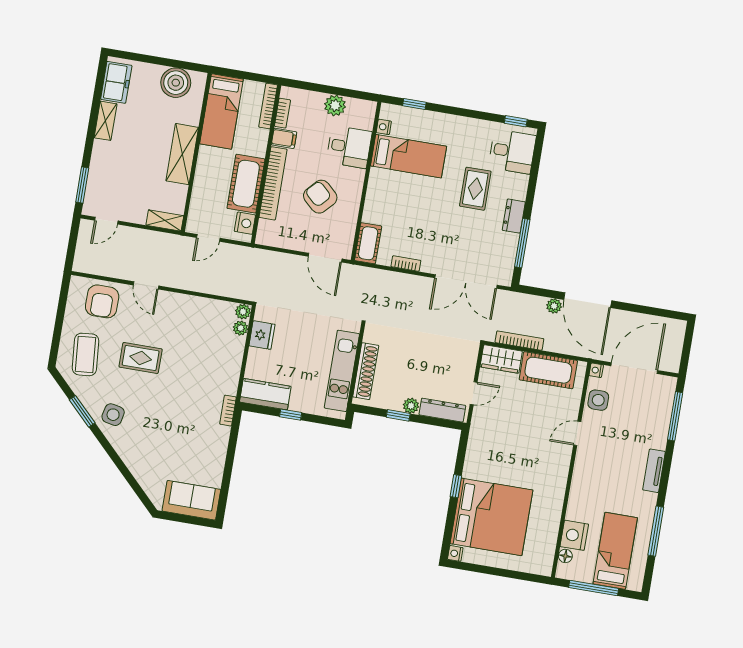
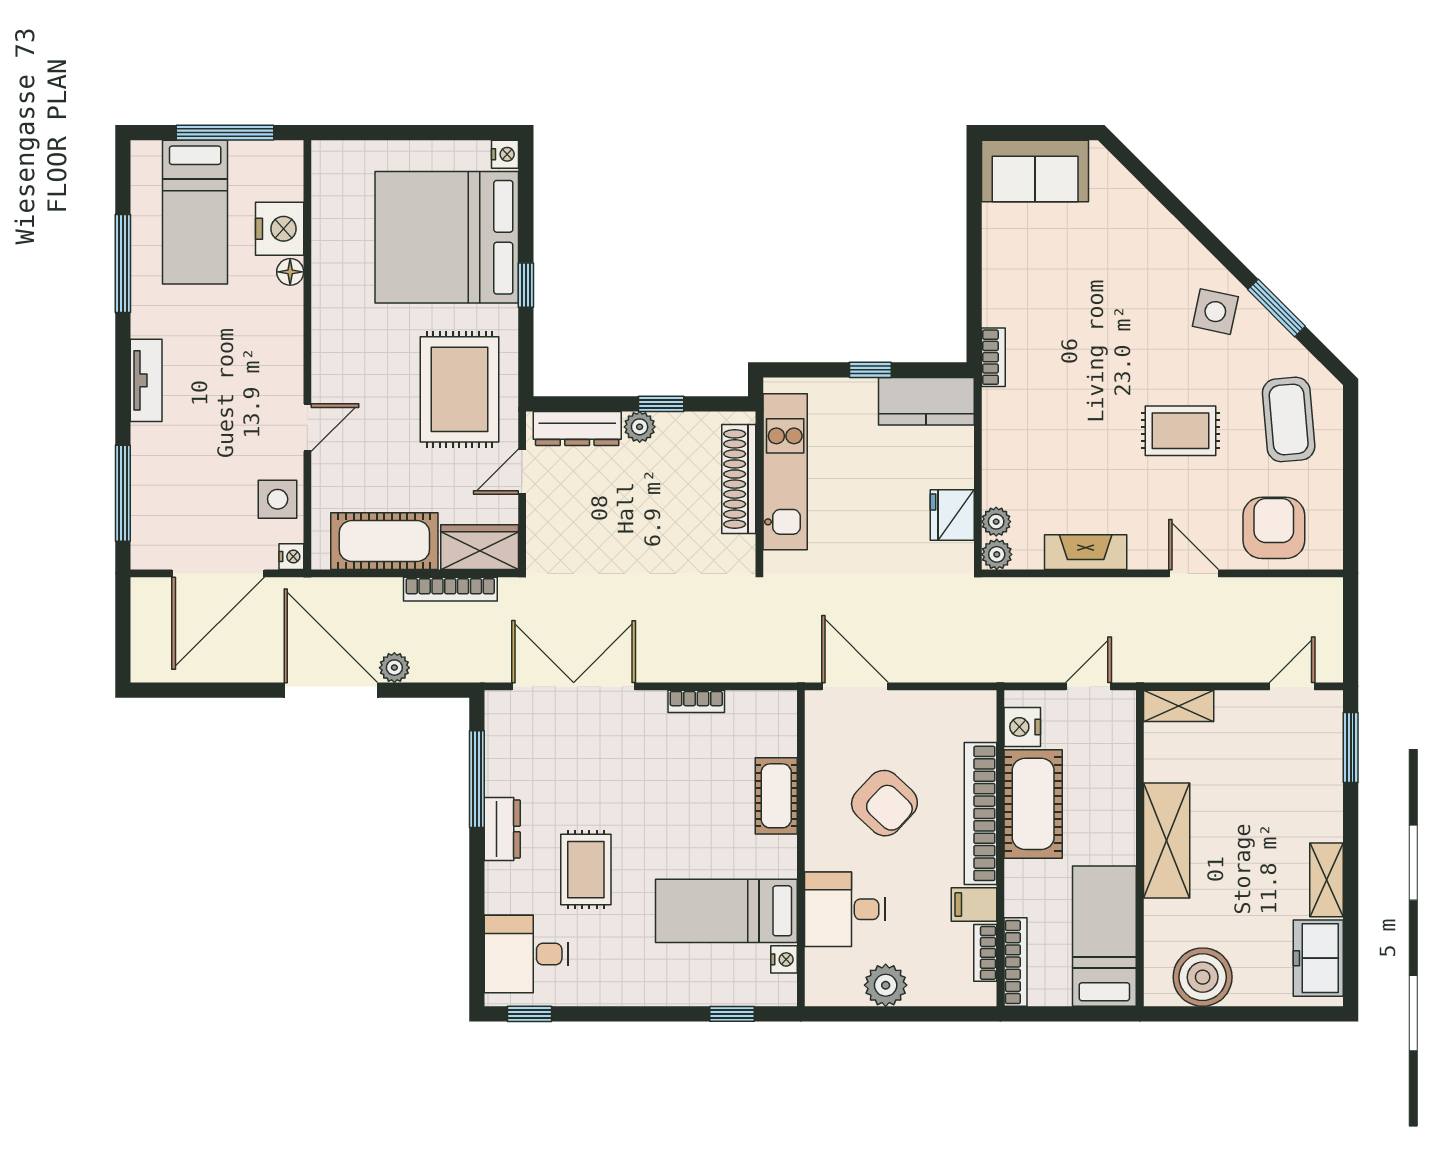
cot: (368, 243) -> (776, 796), moved
fireplace: (198, 305) -> (1086, 552), added
rug: (498, 440) -> (459, 389), added
floor lamp: (565, 556) -> (290, 272), moved

